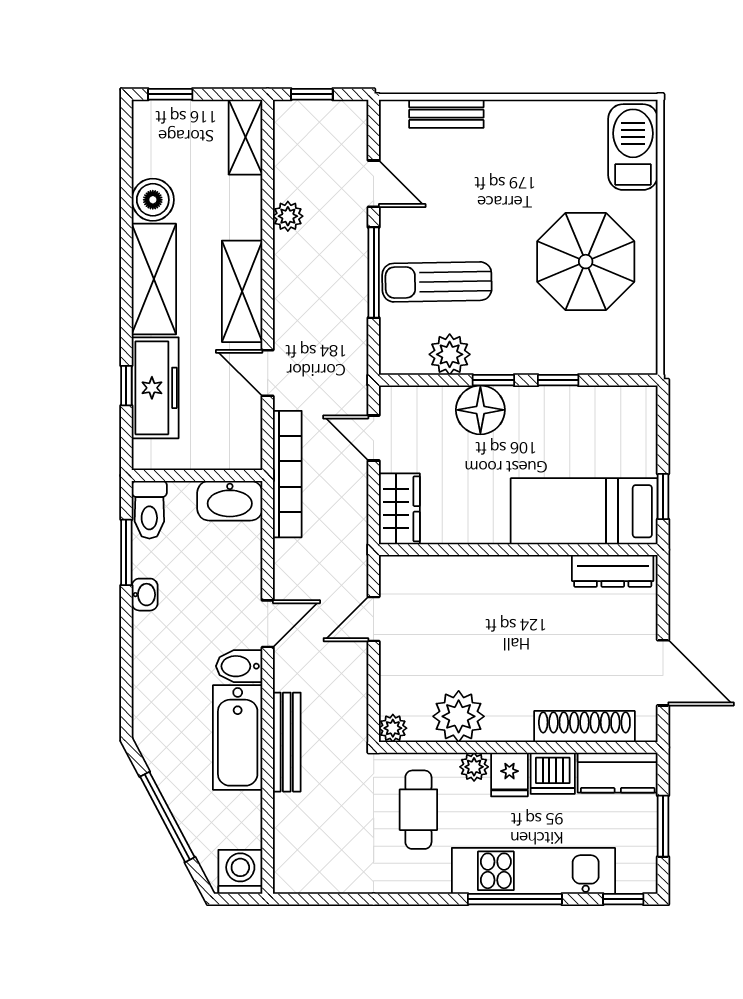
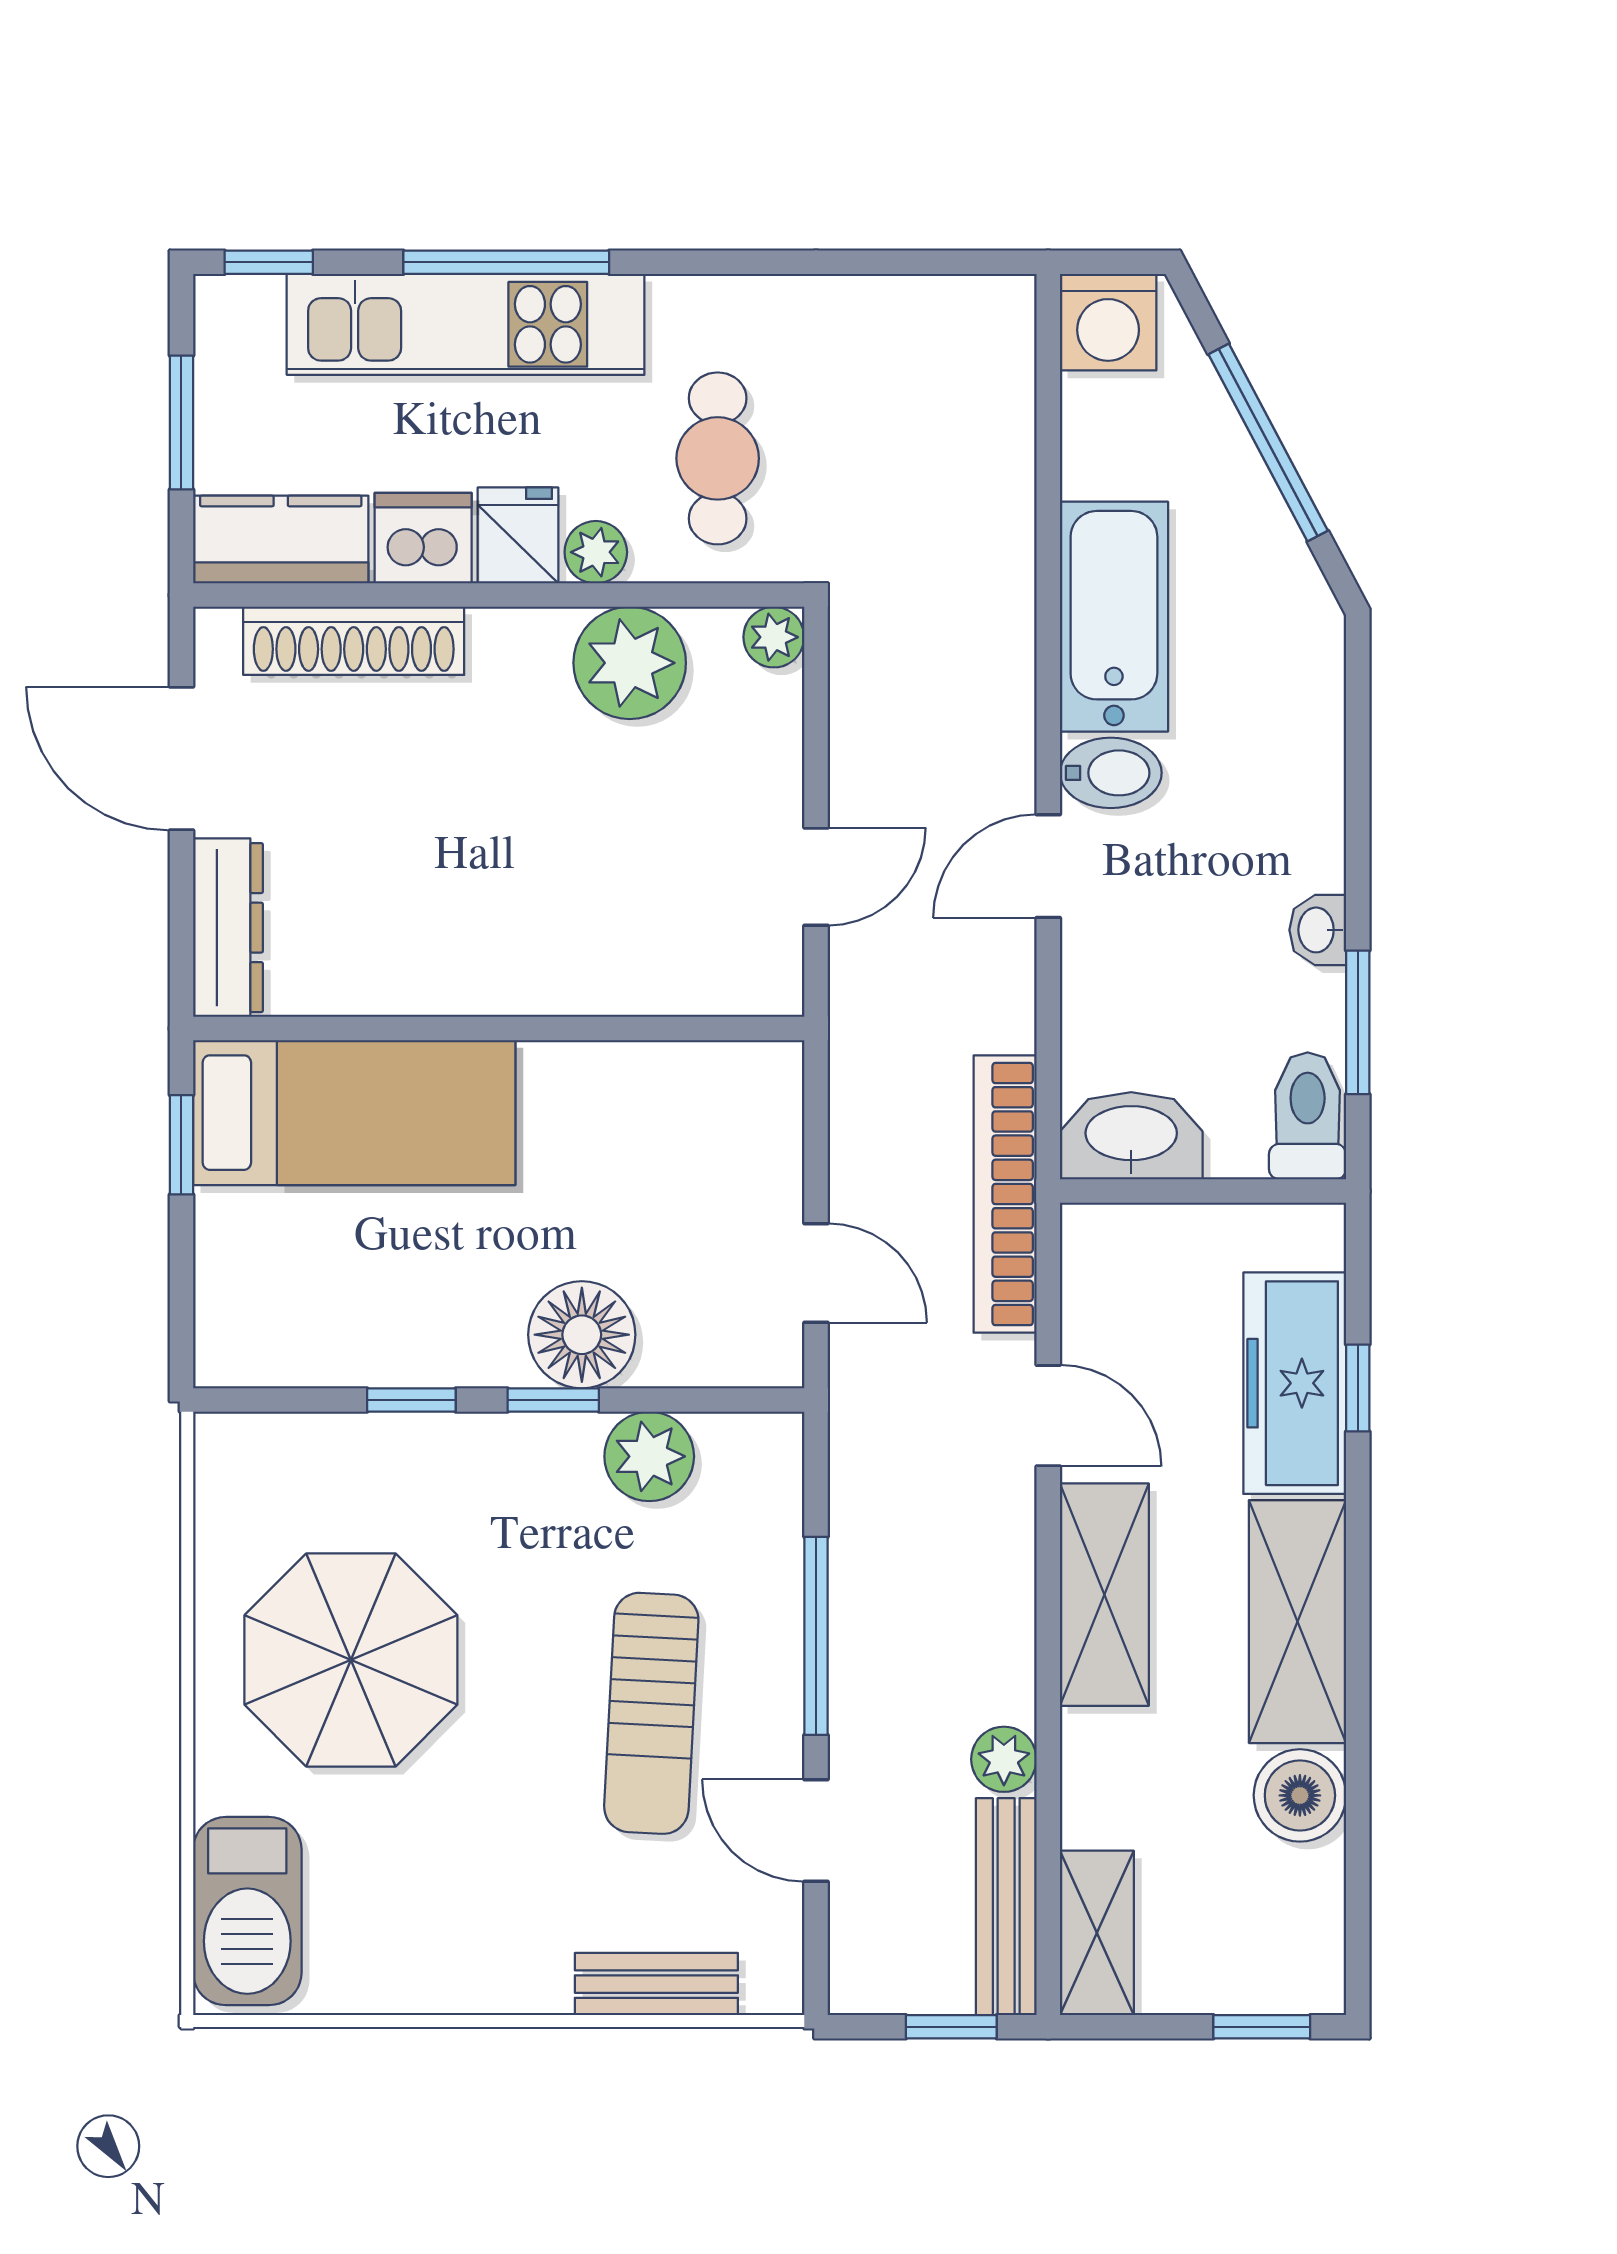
sun lounger: (437, 282) -> (651, 1713), moved, turned 94
wardrobe: (399, 509) -> (759, 1118), removed
dresser: (613, 571) -> (228, 928), moved, turned 90
bench: (287, 742) -> (1006, 1907), moved

